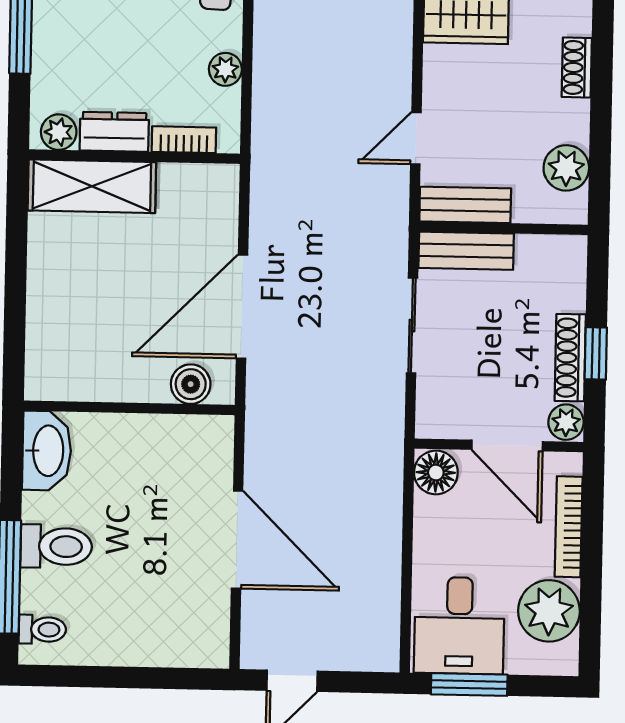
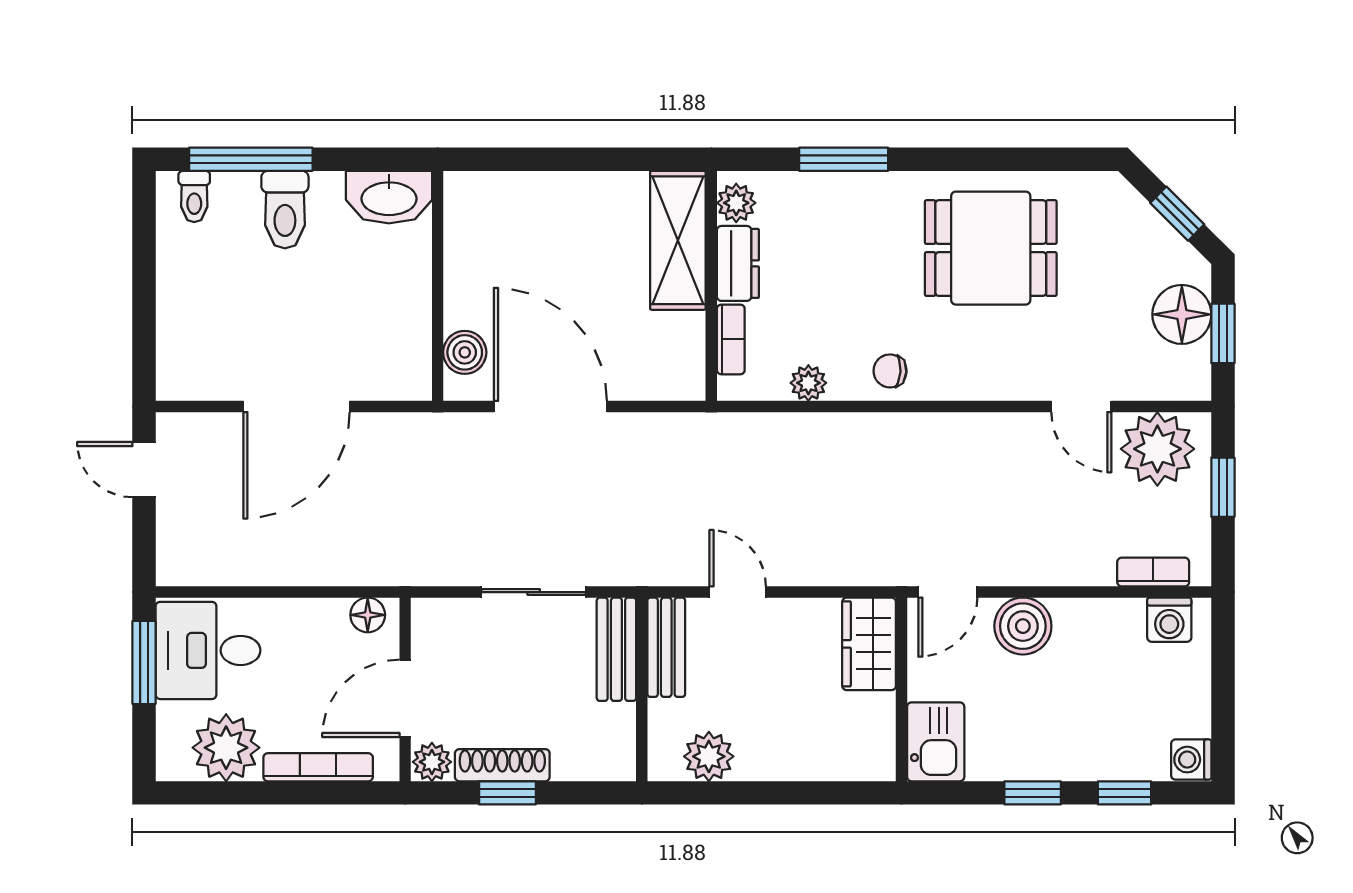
shoe rack: (577, 68) -> (818, 766), removed
floor lamp: (436, 472) -> (368, 615), width x0.73, depth x0.73

